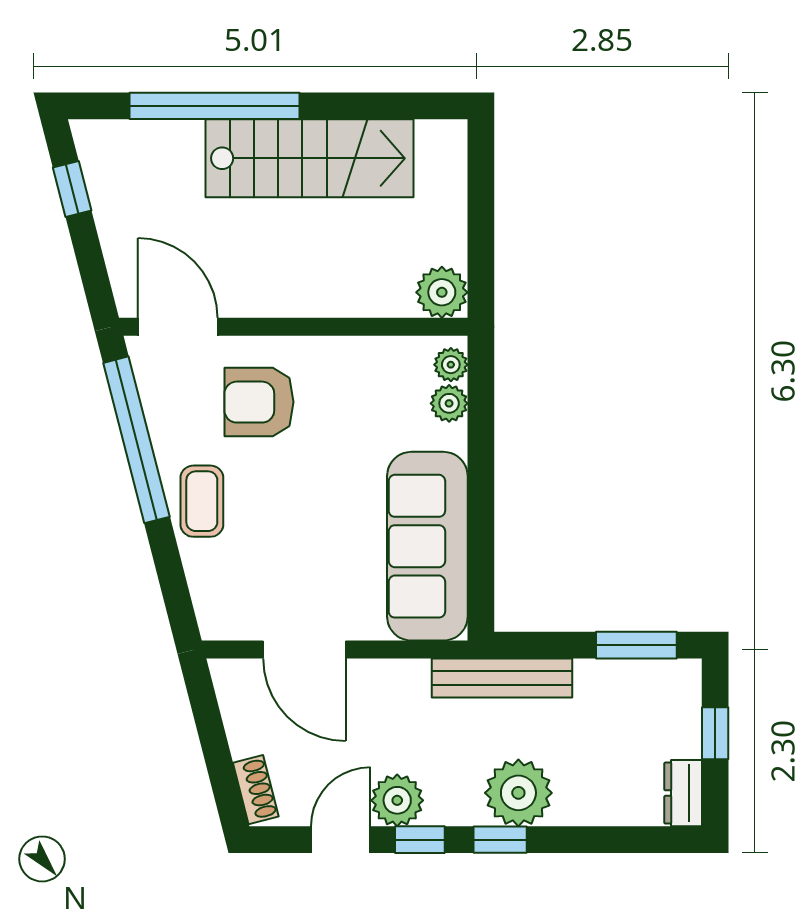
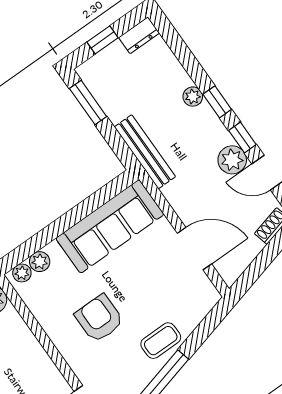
armchair: (259, 402) -> (99, 318), moved, turned 180
door: (304, 650) -> (194, 249), hinge flipped
plant: (518, 793) -> (193, 97), width x0.53, depth x0.53

